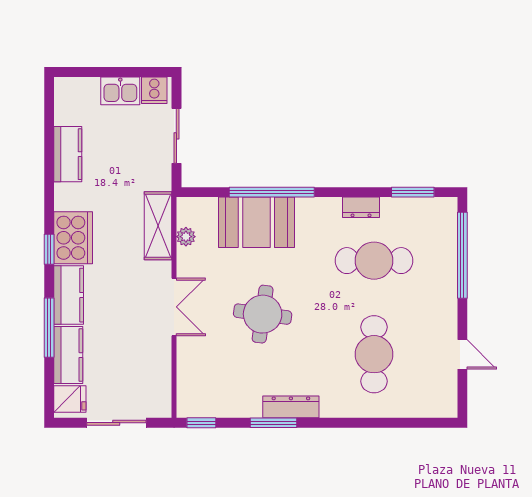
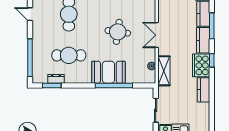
kitchen counter: (68, 154) -> (203, 90), moved
dresser: (361, 207) -> (56, 79), moved
booth: (256, 222) -> (108, 72), moved

